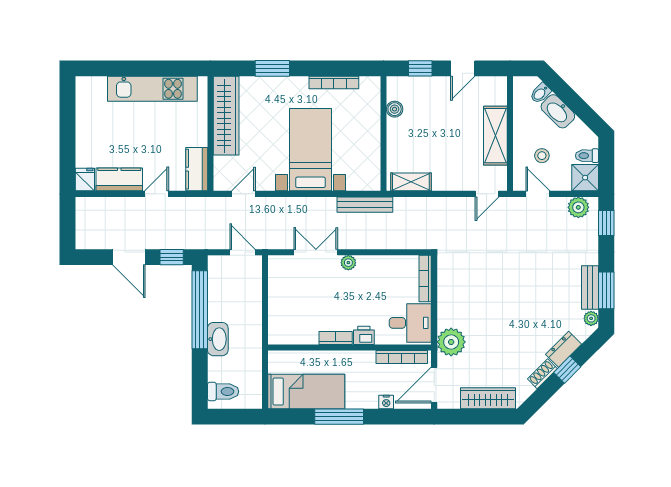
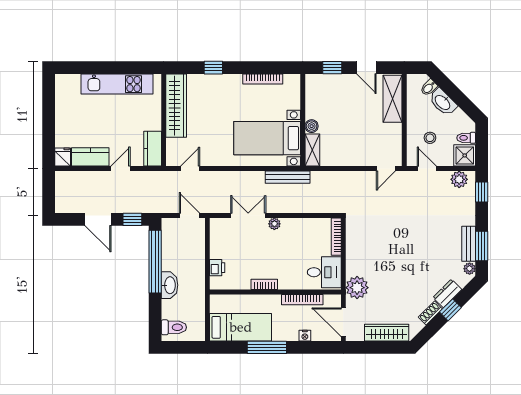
window: (272, 68) -> (213, 68), width x0.67
door: (463, 68) -> (366, 68), hinge flipped
boiler: (395, 109) -> (312, 126), moved
shelving: (495, 136) -> (393, 99), moved
bed with nightstands: (310, 150) -> (267, 138), moved, turned -90
shelving: (411, 182) -> (312, 150), moved, turned 90
printer: (364, 335) -> (217, 268), moved, turned 90
bookcase: (402, 357) -> (302, 300), moved
door: (434, 385) -> (343, 322), hinge flipped

